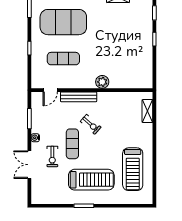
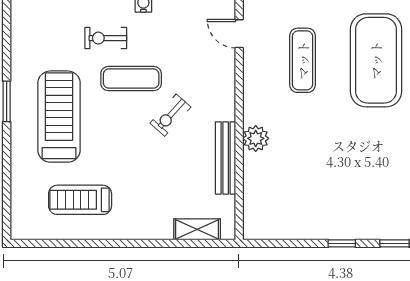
bench: (79, 97) -> (226, 158), moved
treadmill: (133, 169) -> (80, 200), width x0.73, depth x0.73
treadmill: (91, 180) -> (59, 117), turned 180

